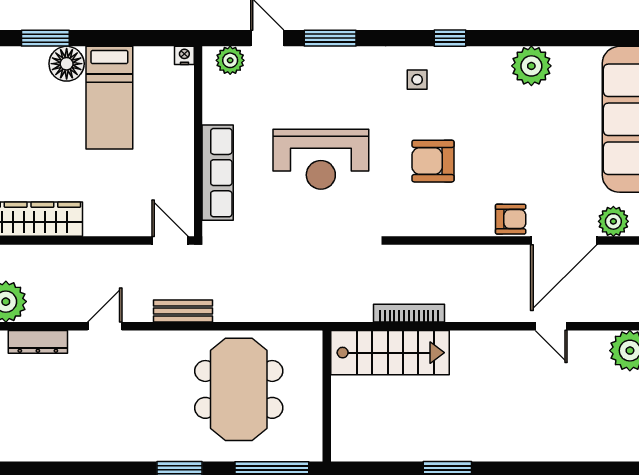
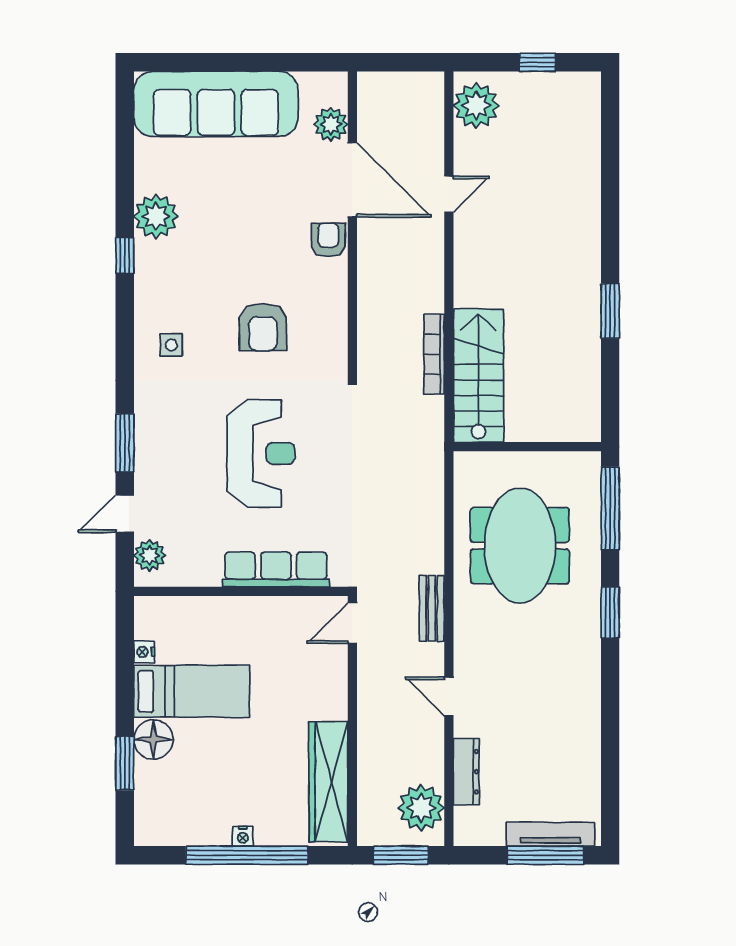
window: (450, 38) -> (125, 256), moved
nightstand: (184, 55) -> (144, 652), moved
meeting table: (239, 389) -> (520, 546), turned 90

